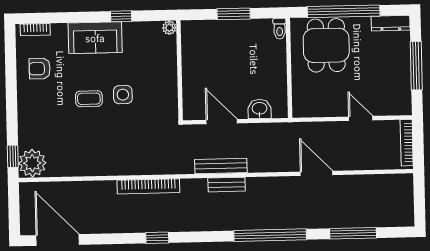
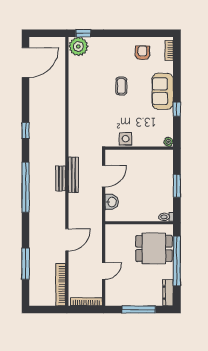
side table: (123, 95) -> (126, 139), moved
bookcase: (148, 186) -> (61, 285), moved
window: (270, 235) -> (26, 187), moved

